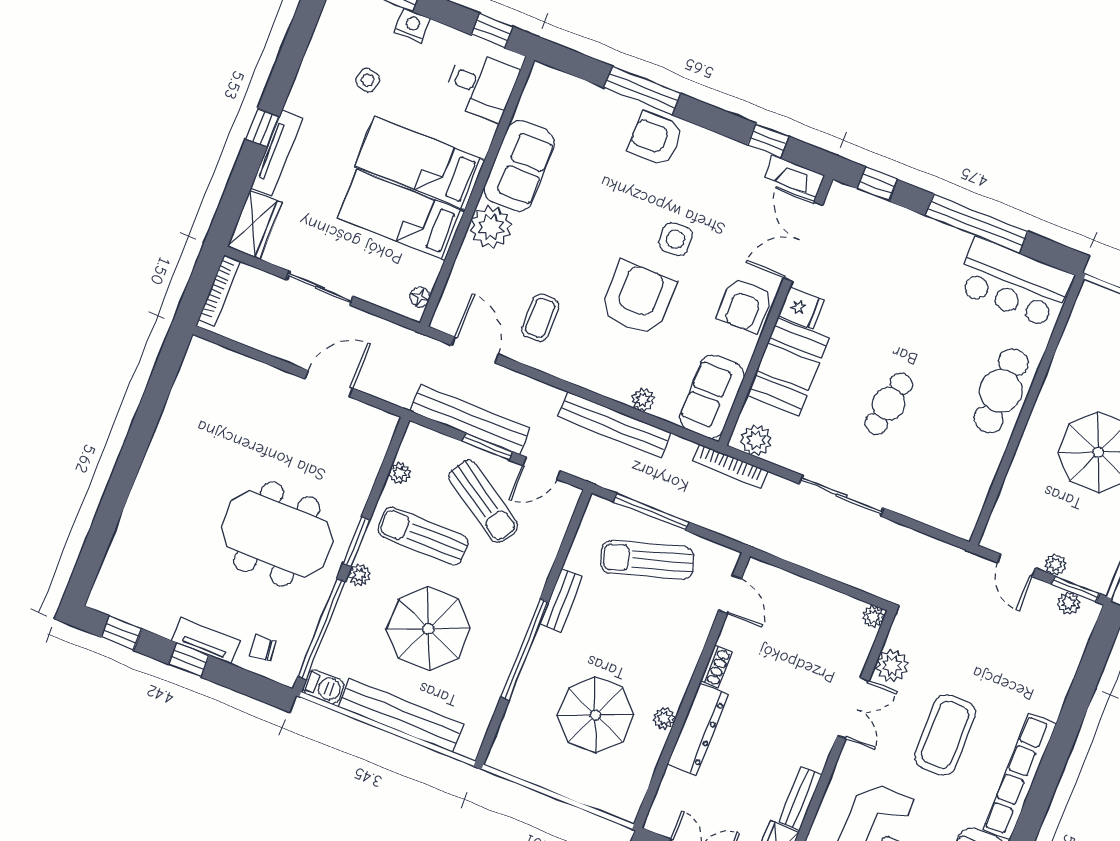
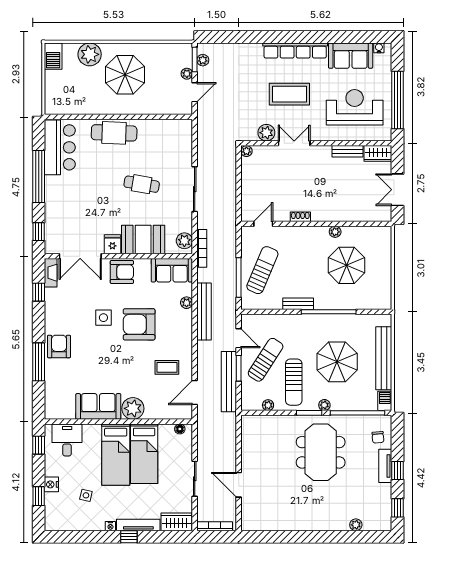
nightstand: (295, 102) -> (110, 526), added
armchair: (655, 138) -> (59, 346), turned 180
door: (329, 383) -> (239, 485), moved
plant: (121, 546) -> (356, 525), added
sun lounger: (647, 560) -> (262, 270), turned -140
dresser: (698, 730) -> (334, 214), removed

